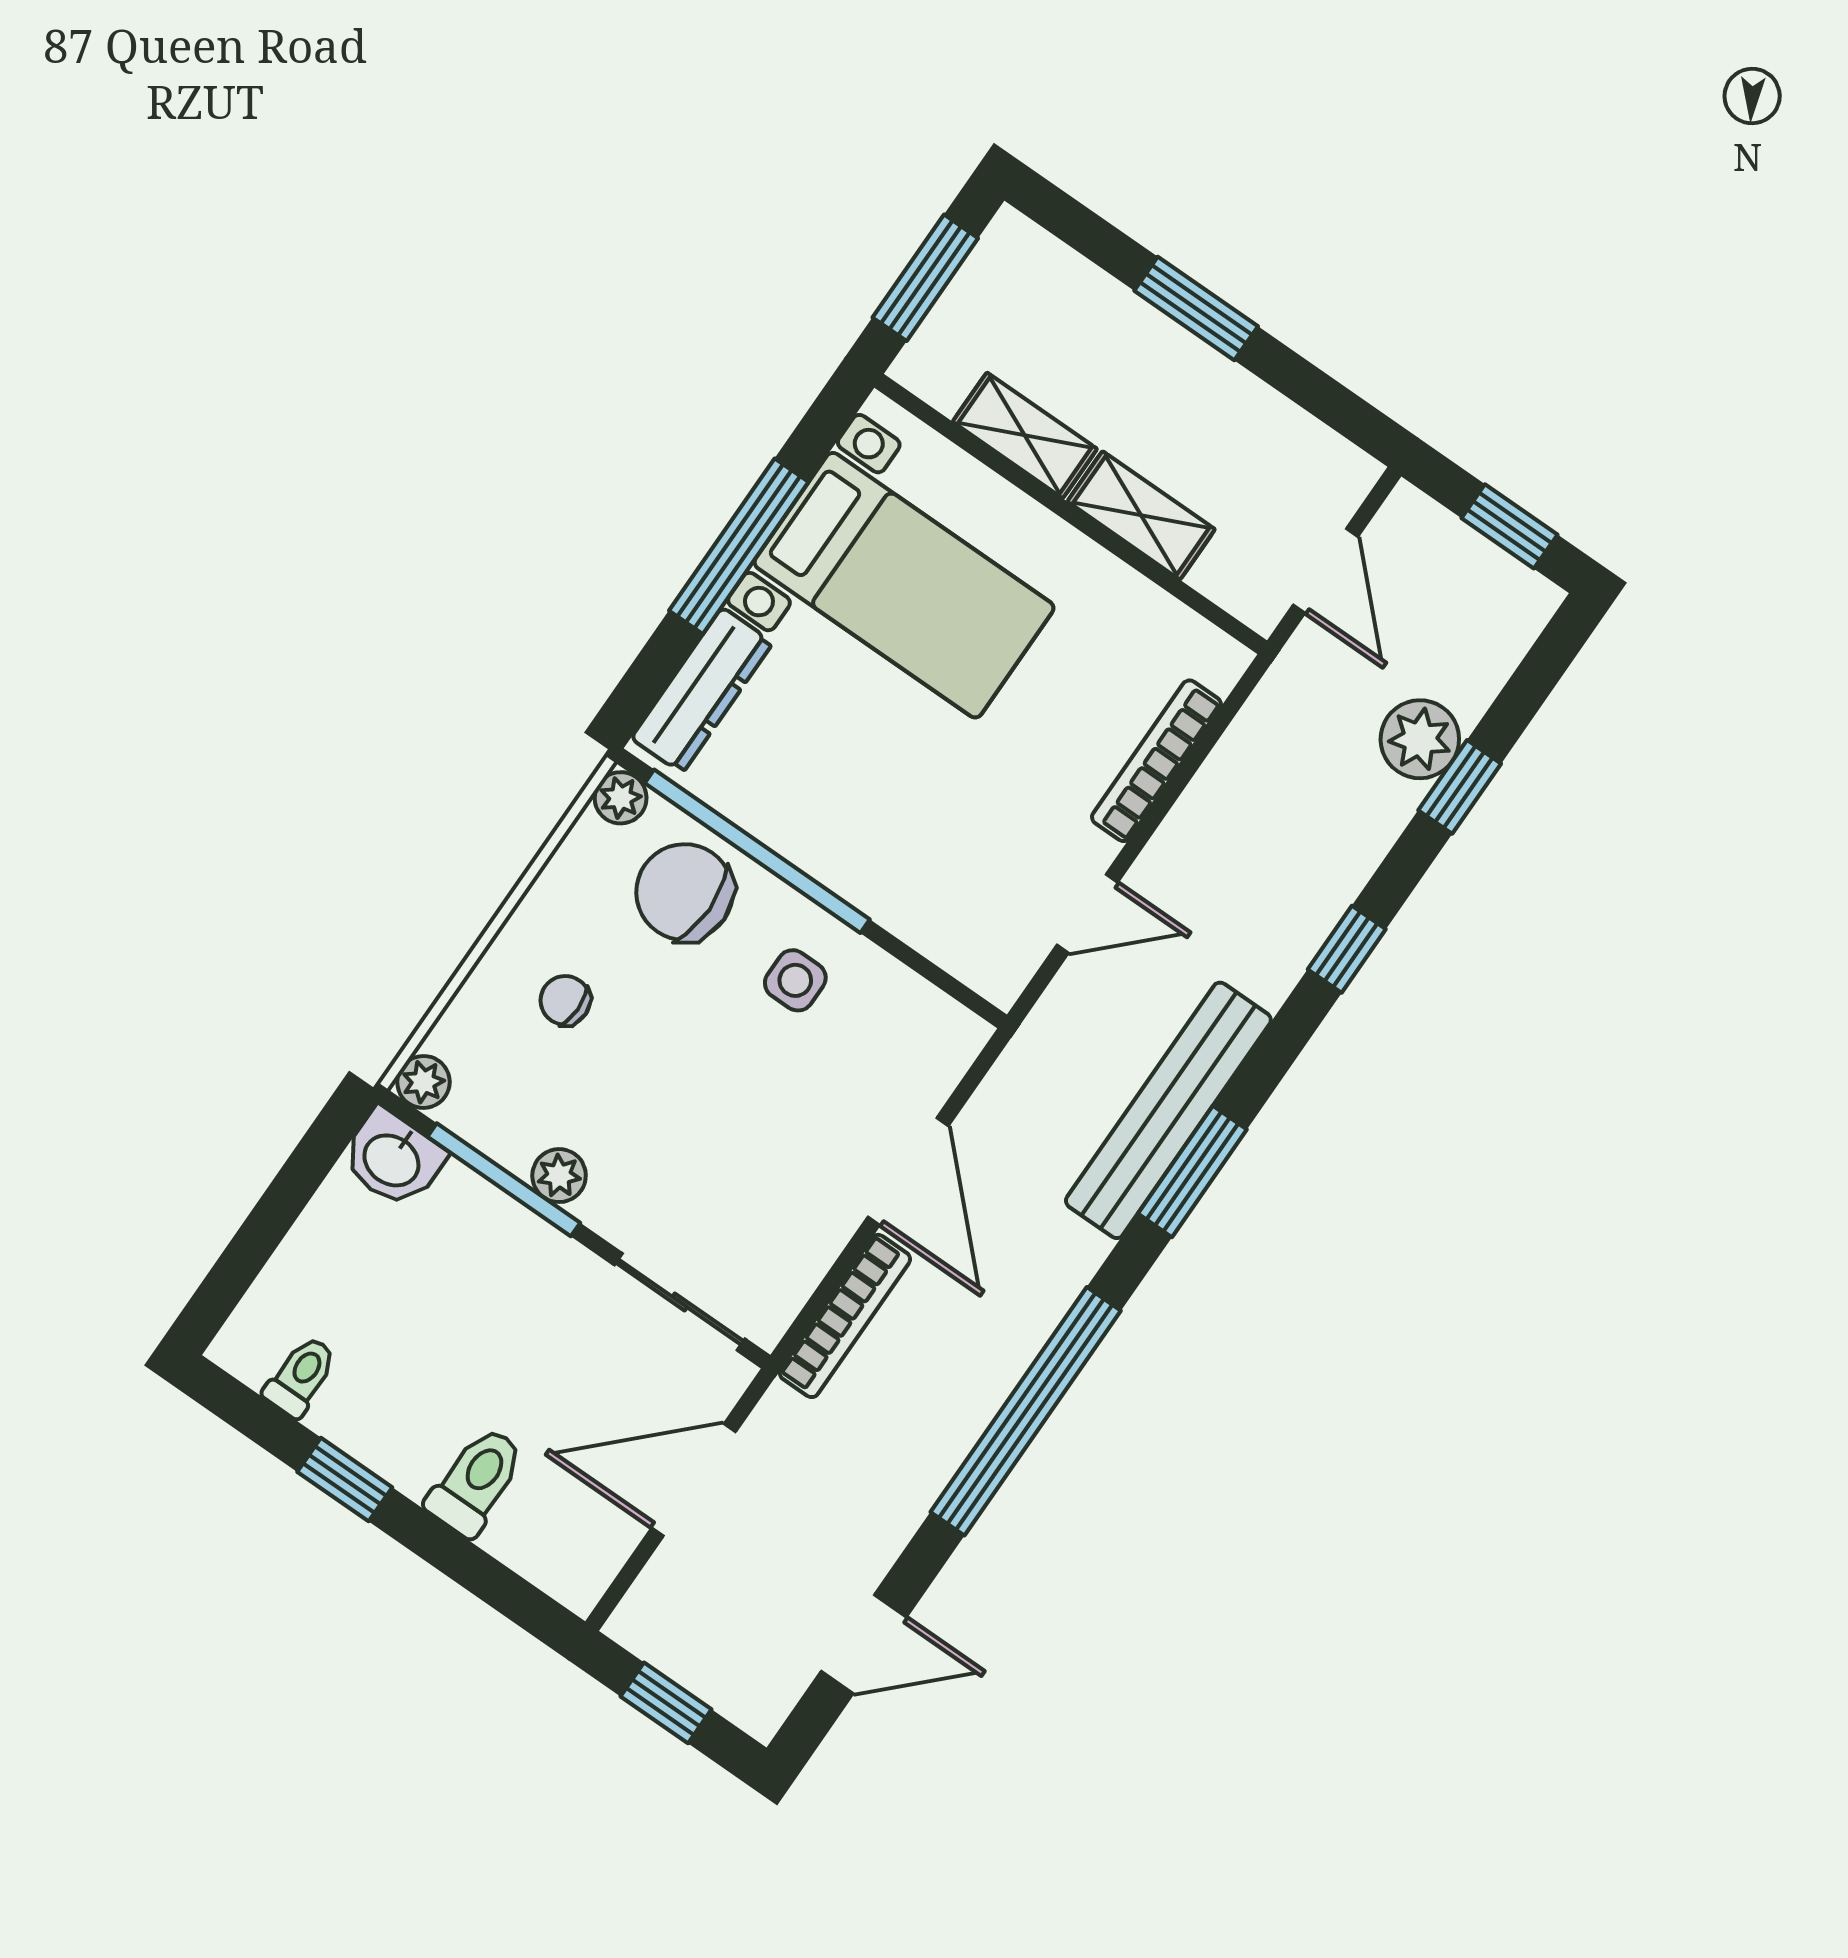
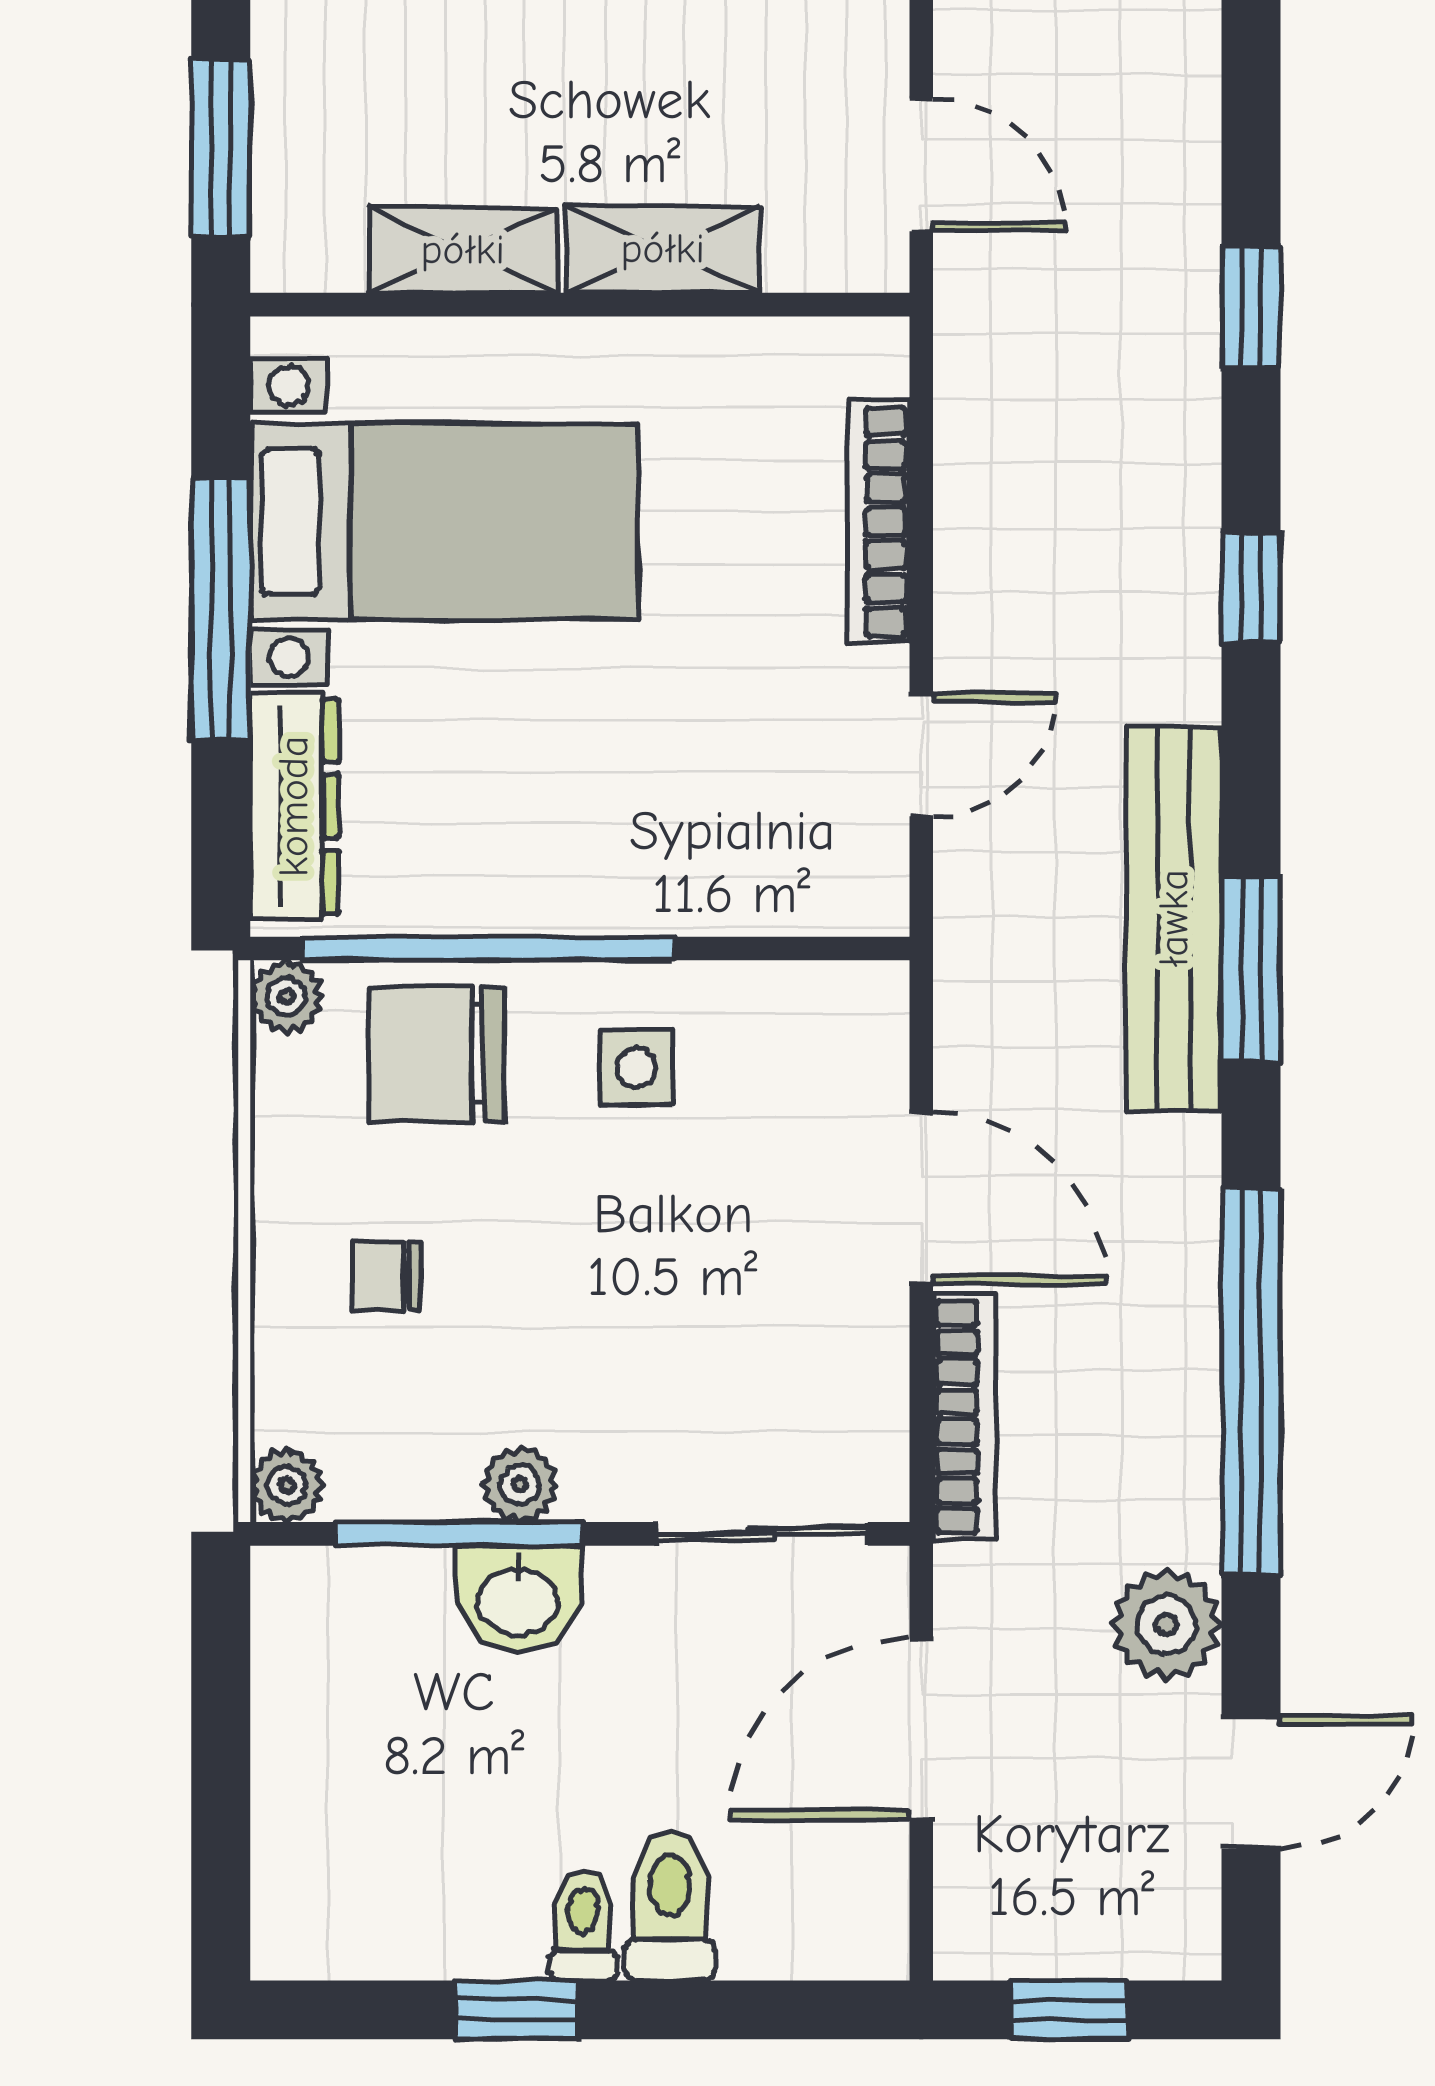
plant: (1420, 739) -> (1166, 1625), moved
washbasin: (393, 1159) -> (518, 1599), moved
toilet: (301, 1376) -> (583, 1926), moved

